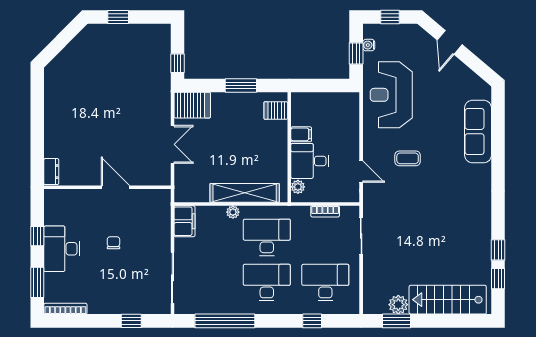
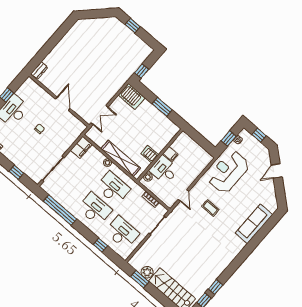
server rack: (276, 110) -> (150, 154), moved
double door: (172, 144) -> (99, 115), moved

